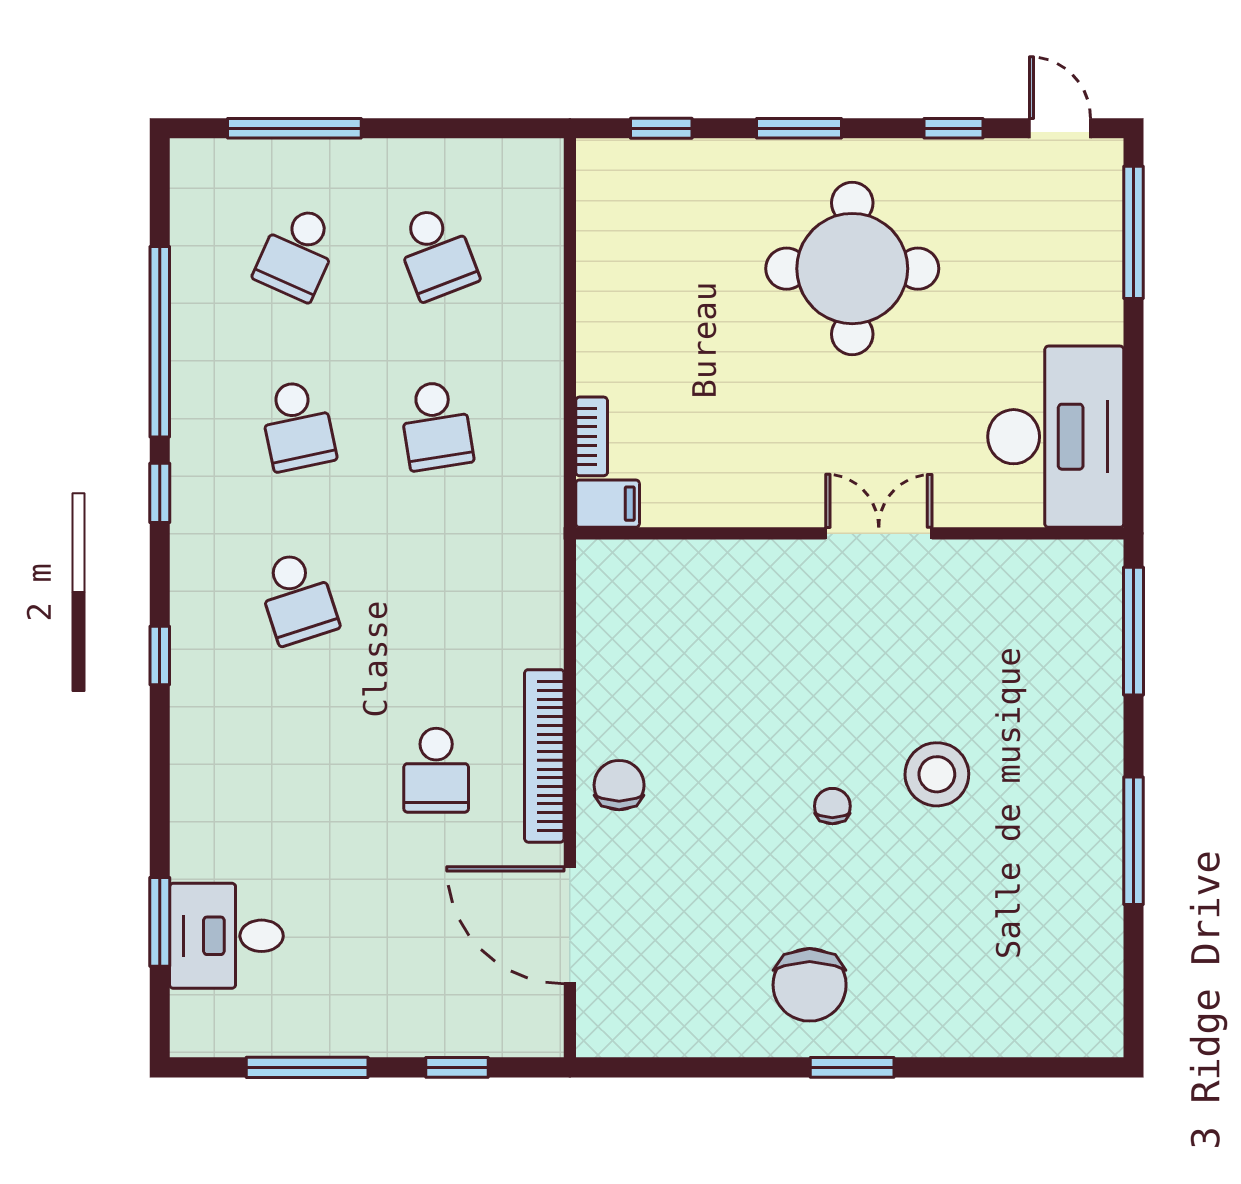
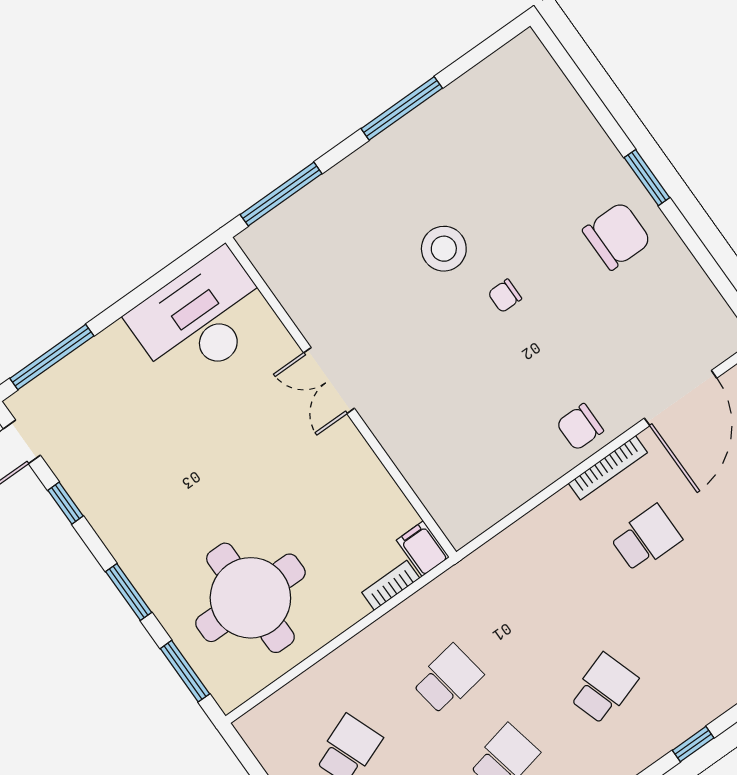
window: (661, 128) -> (185, 671), width x1.50
round table: (852, 269) -> (250, 598), moved
bookcase: (544, 756) -> (608, 468), width x0.68, depth x0.76

